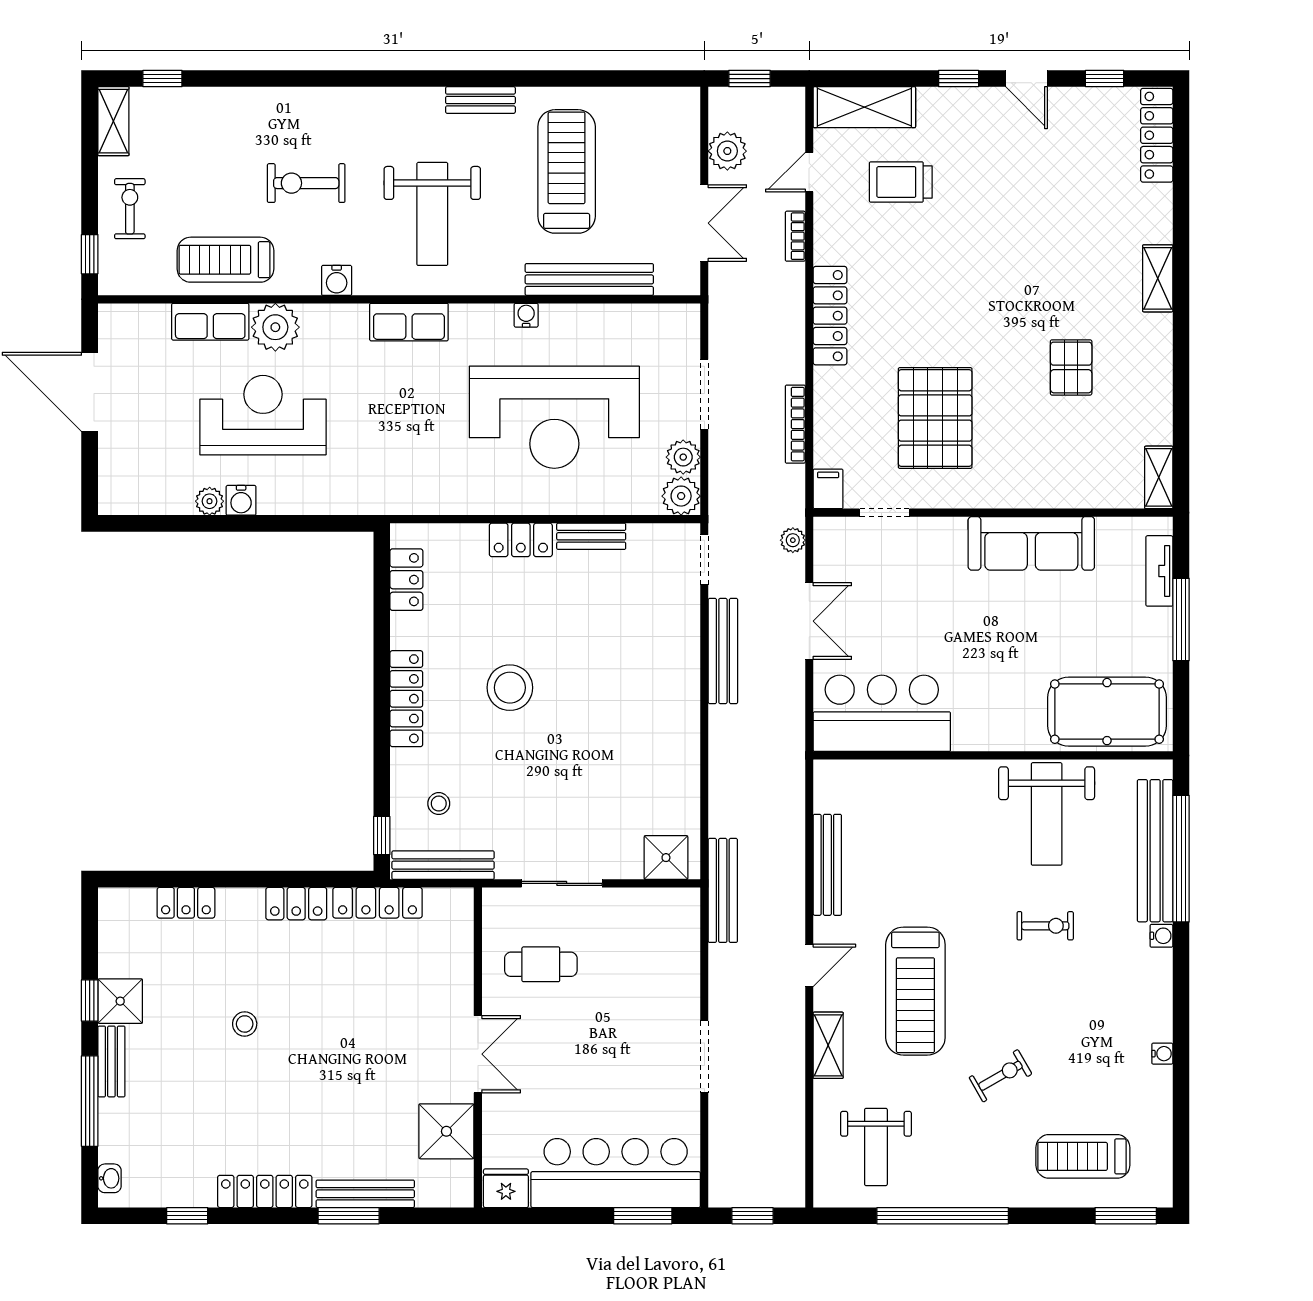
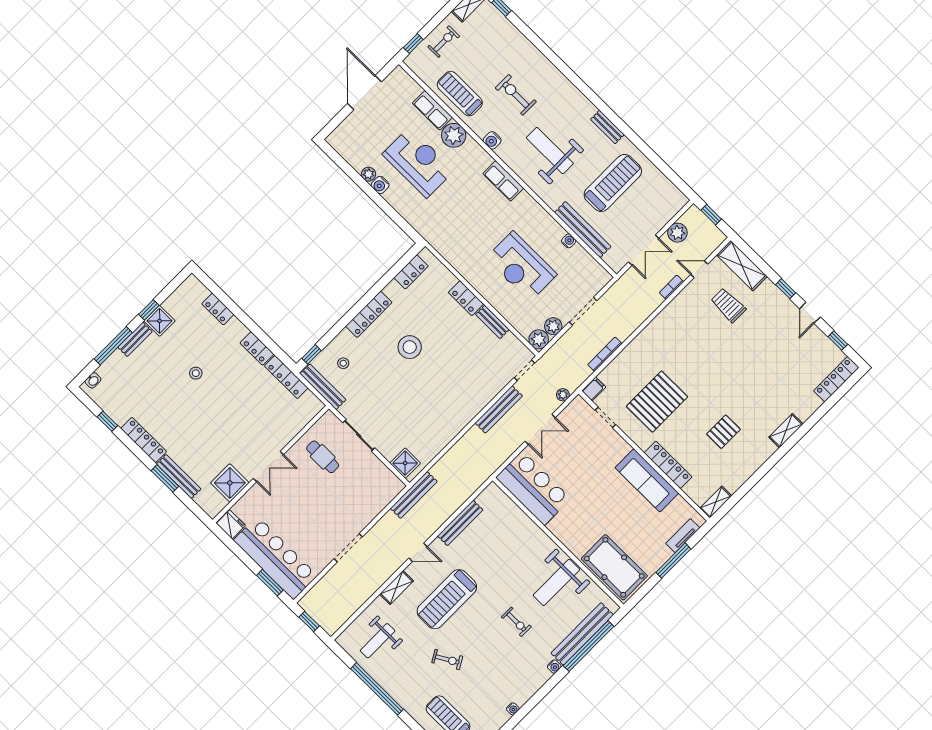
weight bench: (432, 214) -> (550, 151), turned 90
water cooler: (526, 315) -> (569, 241), moved
locker: (830, 316) -> (668, 465), moved, turned -90
reception desk: (554, 417) -> (521, 266), width x0.74, depth x0.77

